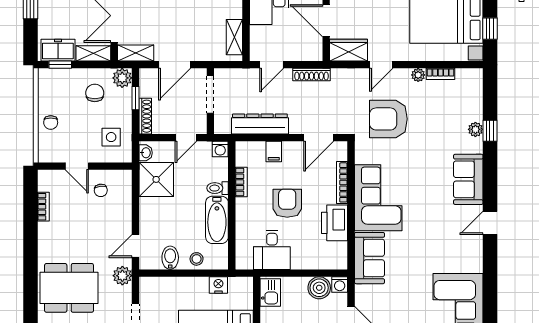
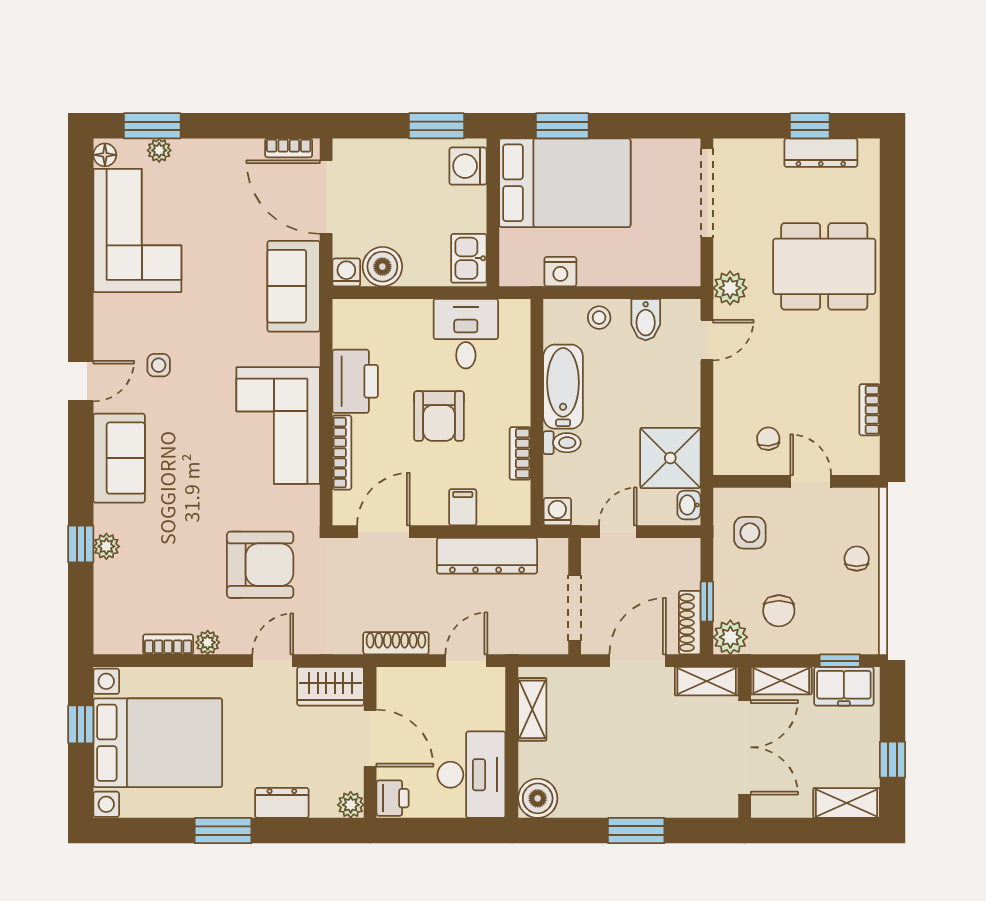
shoe rack: (145, 116) -> (690, 623), moved
side table: (446, 232) -> (159, 365), added
sofa: (369, 258) -> (294, 286), moved

